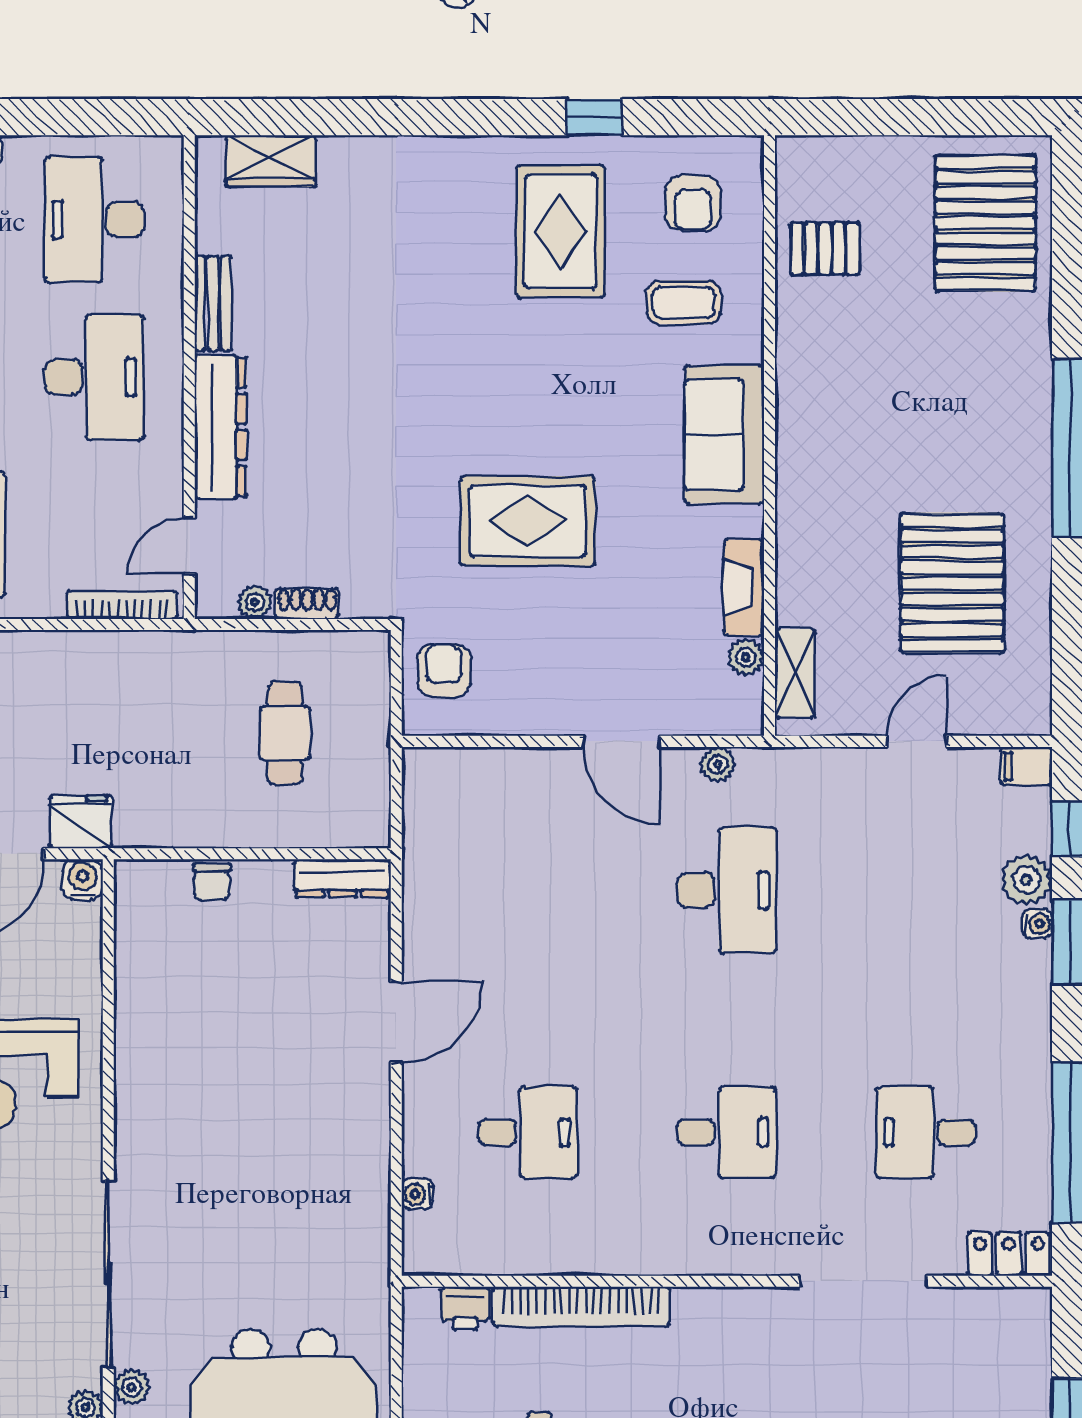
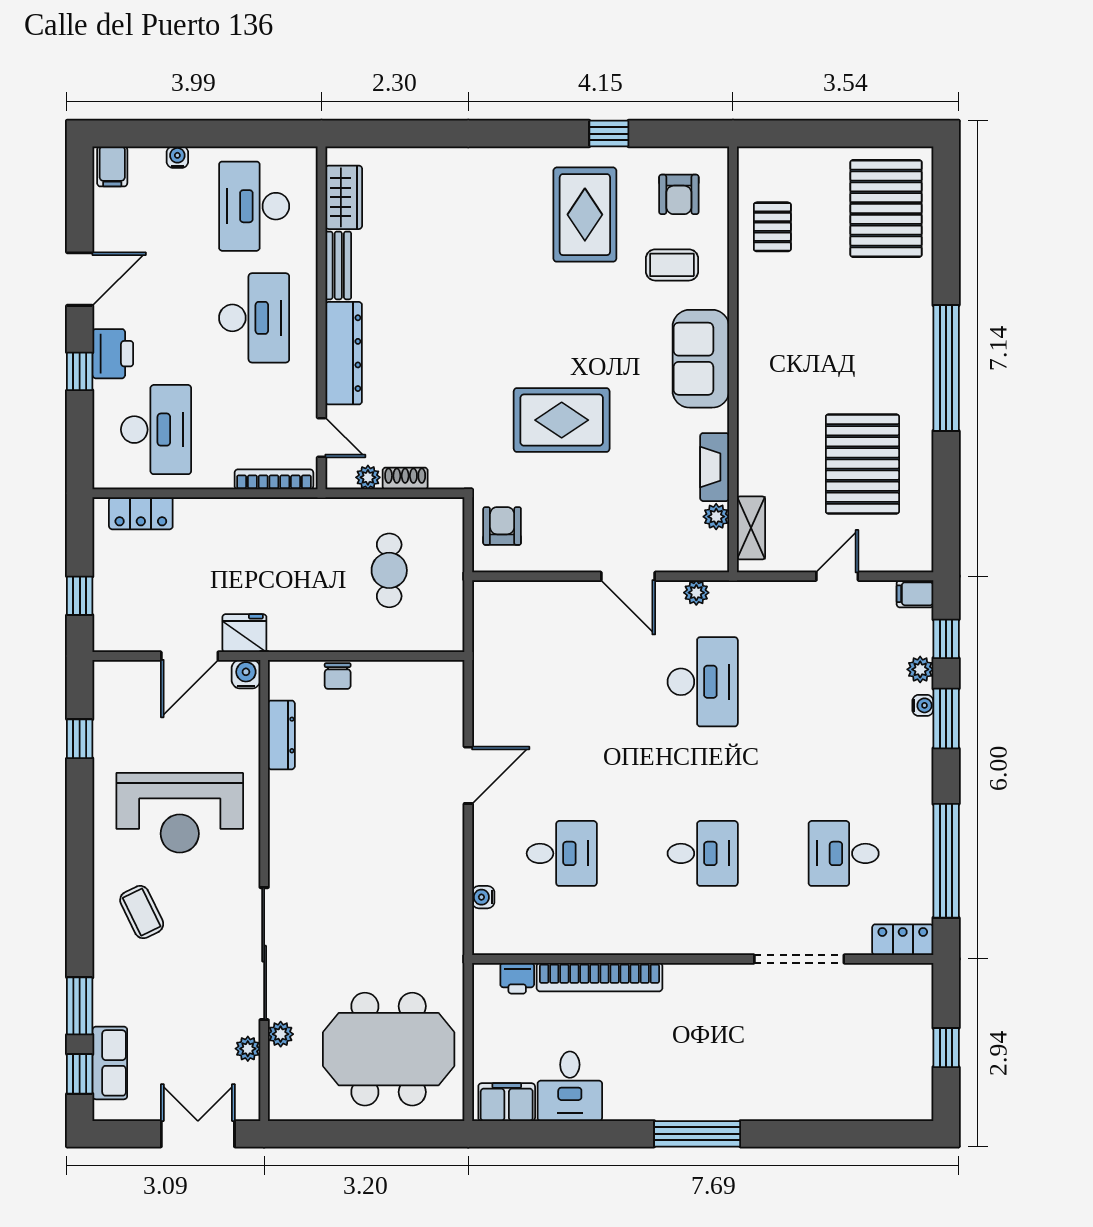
wardrobe: (270, 161) -> (344, 197), moved, turned -90
pallet: (825, 249) -> (772, 227), turned 90
door: (189, 546) -> (322, 438), swing flipped
dresser: (342, 878) -> (281, 735), moved, turned -90
plant: (1027, 880) -> (920, 669), width x0.73, depth x0.73

